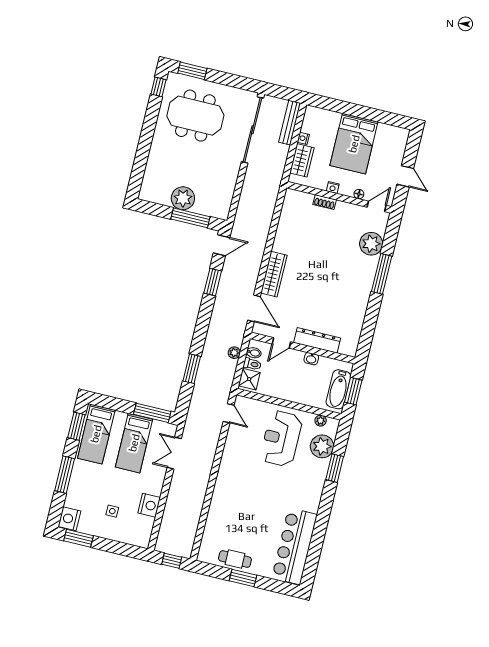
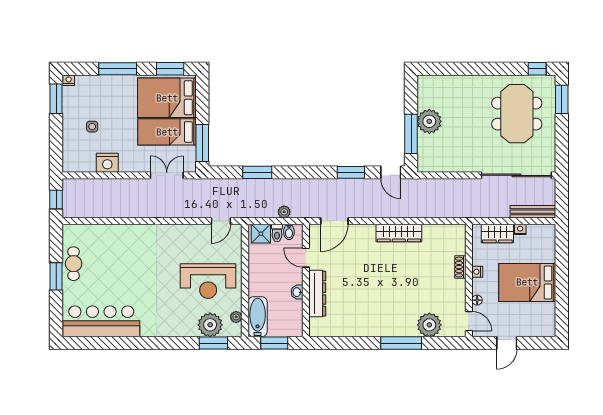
wardrobe: (274, 274) -> (399, 233), moved
bathtub: (338, 389) -> (258, 317), moved, turned 90
bed: (96, 434) -> (167, 98), width x1.50
reception desk: (281, 438) -> (208, 281), turned 180
window: (335, 468) -> (213, 343), moved
nightstand: (69, 519) -> (69, 80), width x0.53, depth x0.56

